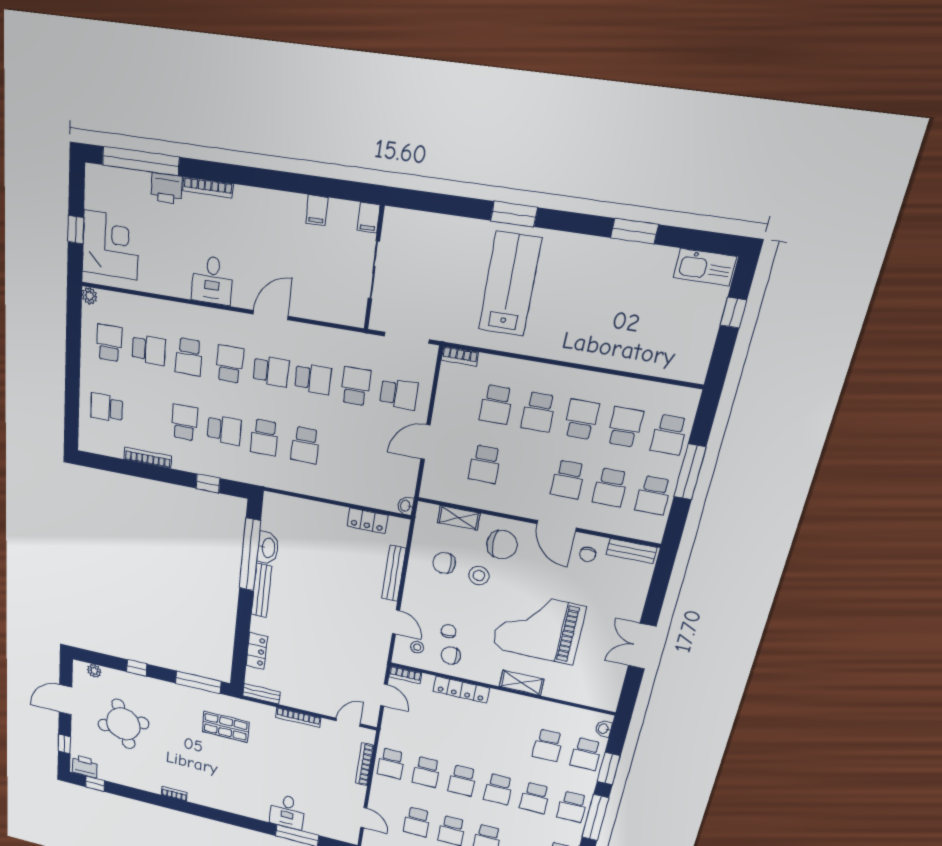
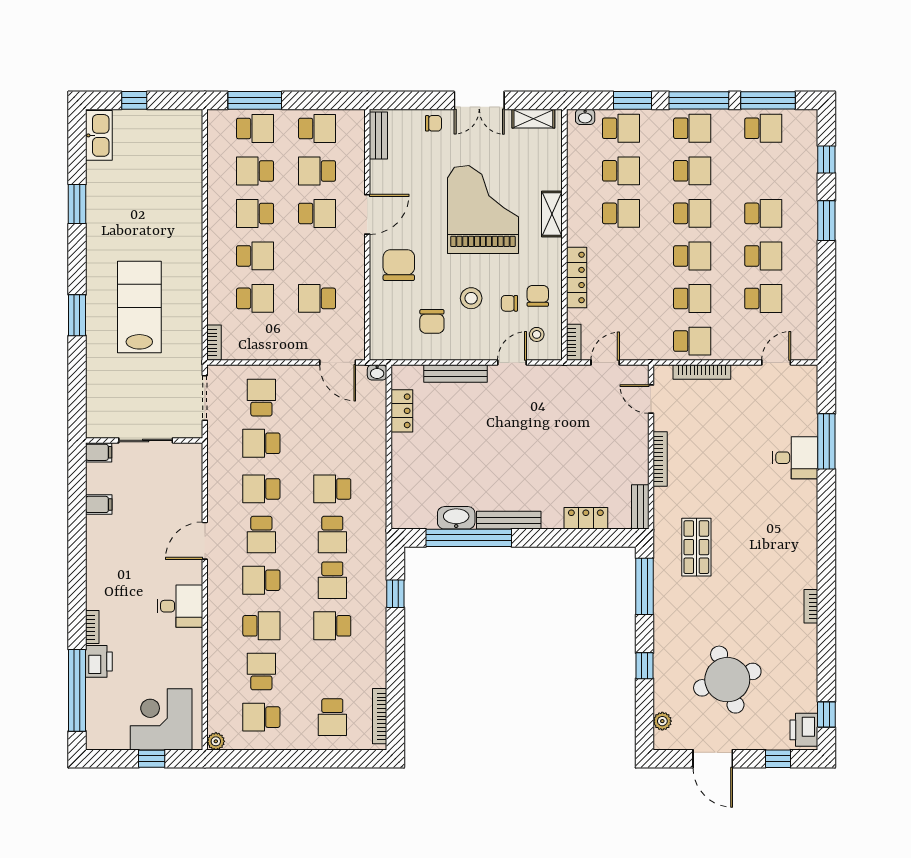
bookcase: (208, 187) -> (92, 627), width x0.64
lab bench: (510, 284) -> (139, 307), turned 90
door: (271, 315) -> (205, 541), hinge flipped
school desk: (271, 371) -> (261, 535), turned 180
school desk: (313, 379) -> (261, 489), turned -90
school desk: (224, 430) -> (332, 580), turned 180
school desk: (264, 437) -> (332, 535), turned 90
door: (426, 442) -> (338, 362), moved
school desk: (305, 445) -> (332, 489), turned 180
bookcase: (148, 458) -> (380, 716), moved
school desk: (485, 464) -> (317, 298), turned 180
window: (690, 472) -> (255, 100), moved
school desk: (610, 487) -> (317, 171), turned 180
shelving: (459, 518) -> (533, 119), moved, turned 90
chair: (588, 554) -> (433, 123), moved
stool: (479, 576) -> (471, 298), moved
grand piano: (538, 628) -> (483, 210), turned 180
chair: (451, 655) -> (538, 296), turned 180
school desk: (510, 737) -> (621, 213), added

